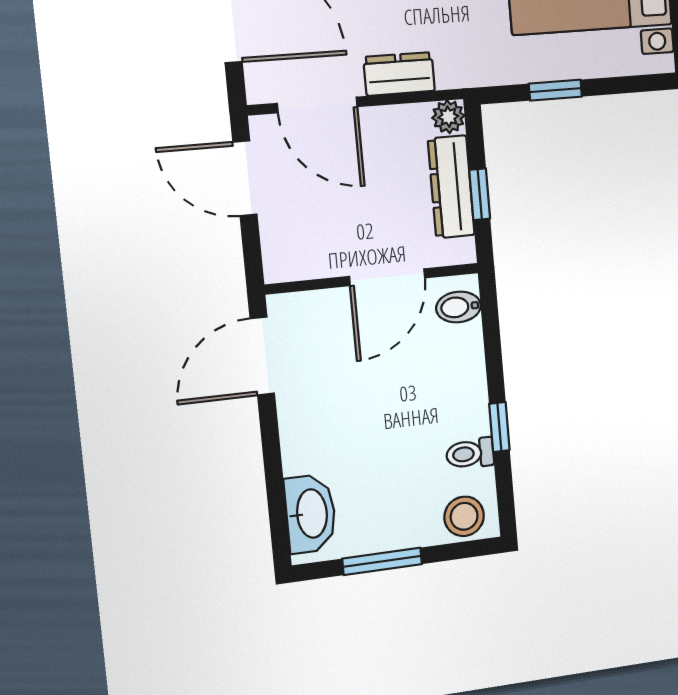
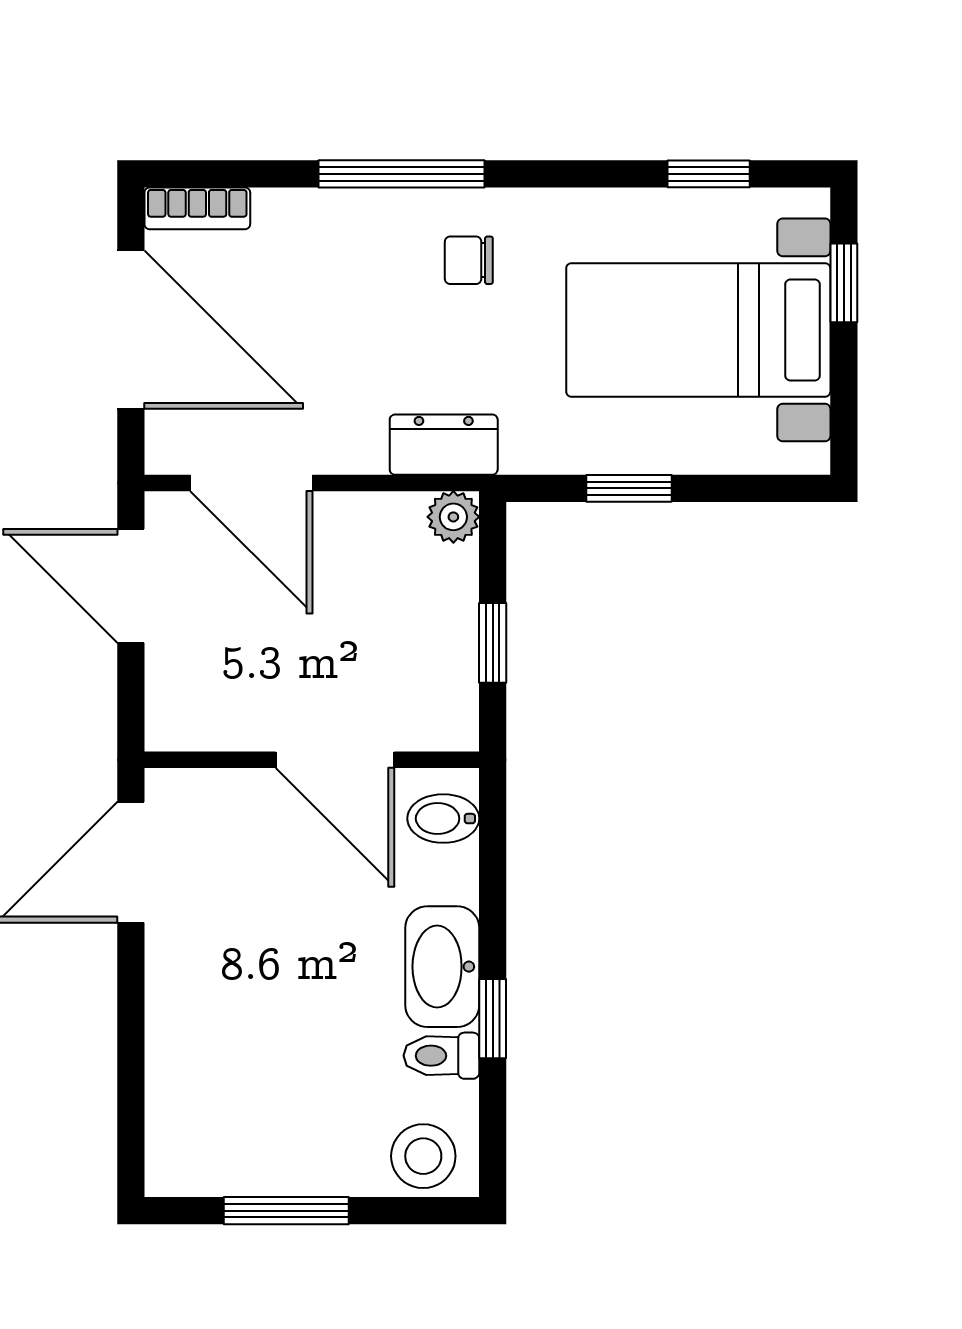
dresser: (399, 74) -> (444, 445), moved
dresser: (451, 187) -> (448, 627), removed
door: (387, 277) -> (335, 760), hinge flipped
washbasin: (311, 514) -> (442, 967), moved, turned 180

